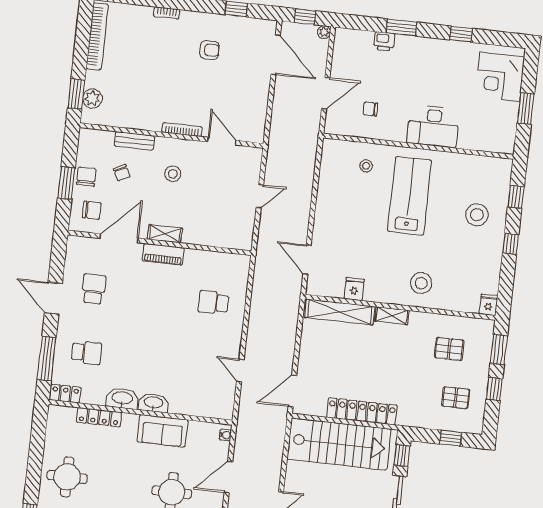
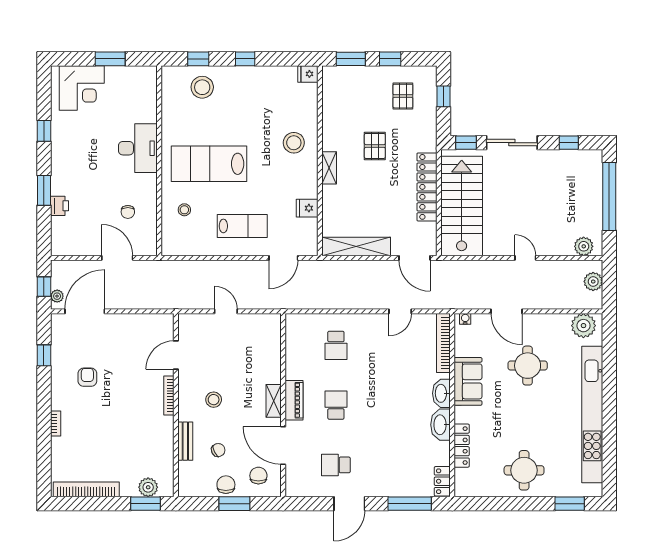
plant: (324, 32) -> (57, 296), moved
chair: (86, 177) -> (226, 485), turned 90
stool: (477, 215) -> (202, 87), moved
lab bench: (344, 222) -> (242, 226), added
shelving: (340, 312) -> (356, 246), moved, turned 90
pallet: (449, 349) -> (375, 146), moved
school desk: (87, 353) -> (336, 405), moved
bookcase: (204, 410) -> (443, 343), added

